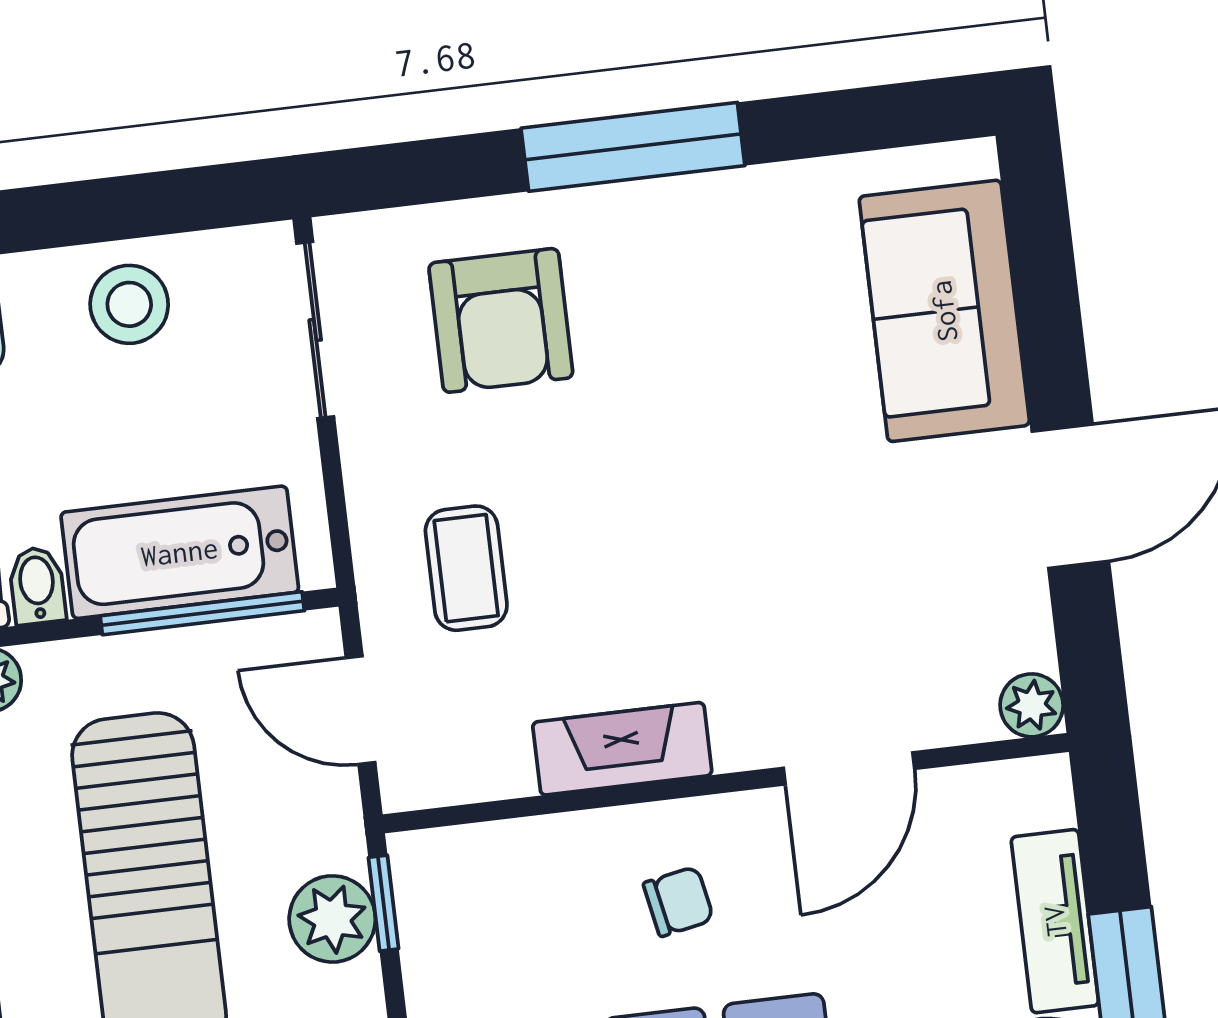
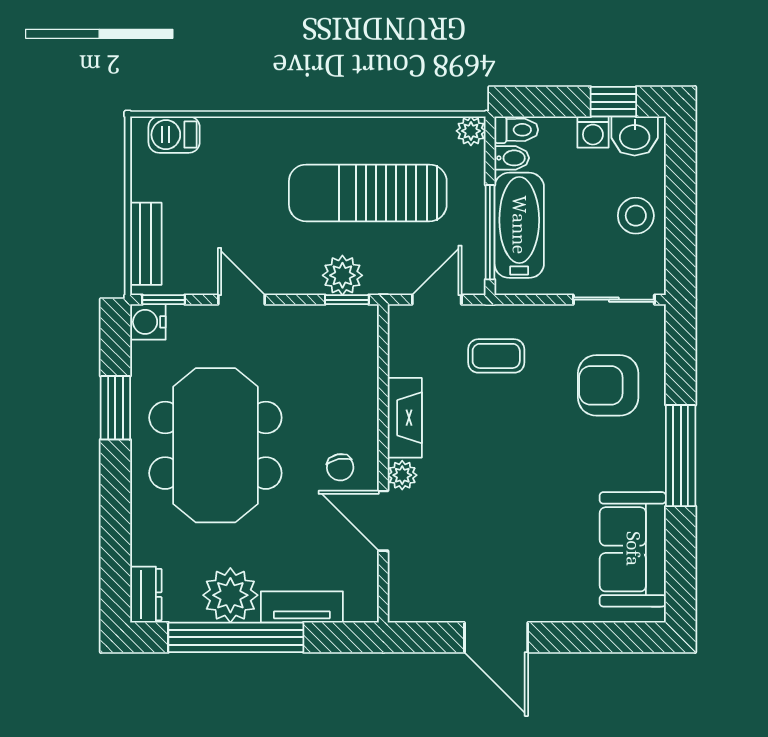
sofa: (944, 311) -> (633, 549), moved, turned -90
plant: (1032, 705) -> (402, 475), moved
chair: (678, 901) -> (340, 467), moved

